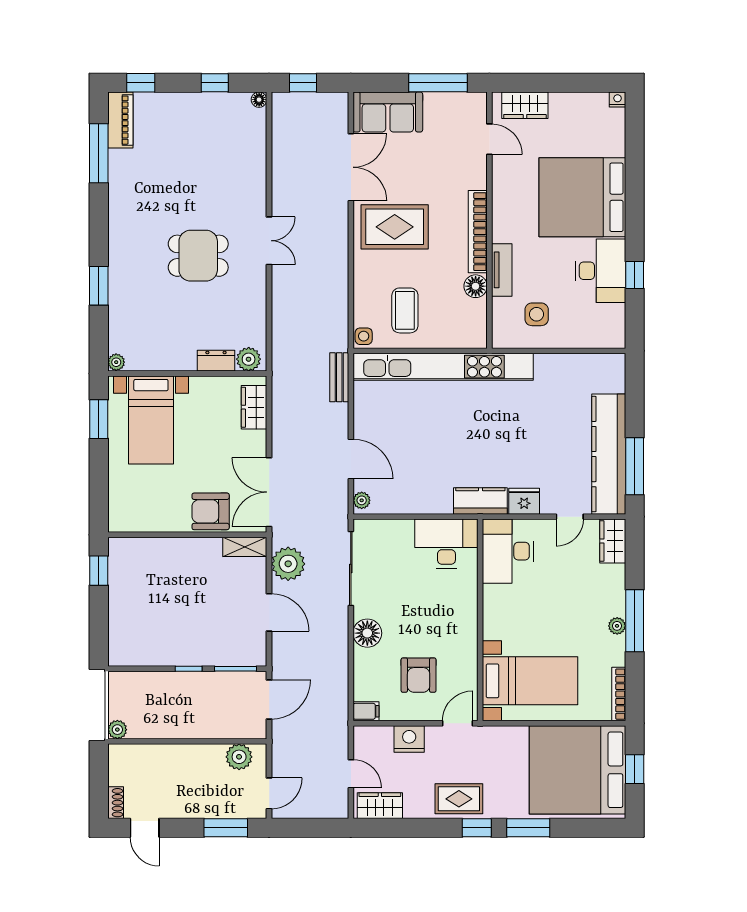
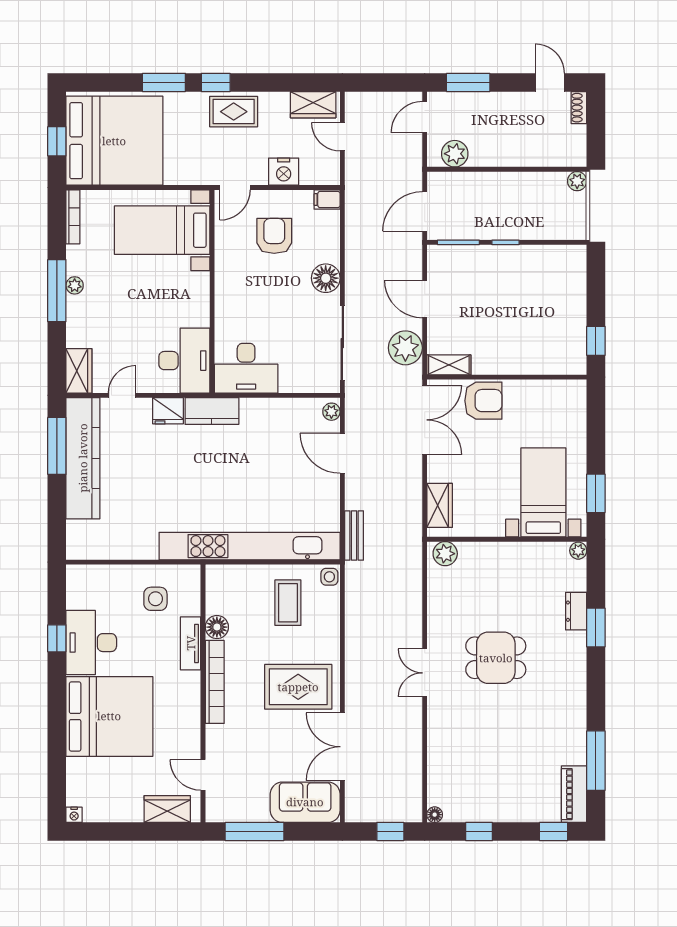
dresser: (216, 361) -> (576, 611), moved, turned 90

